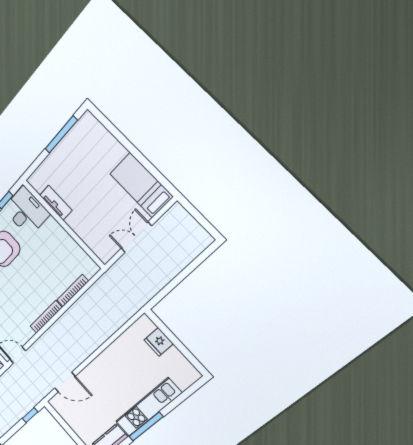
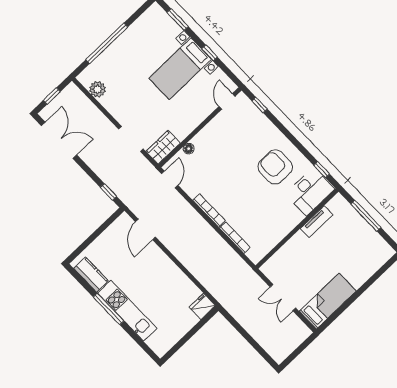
window: (61, 134) -> (366, 216), moved
double door: (136, 237) -> (283, 298), swing flipped
fridge: (159, 342) -> (202, 306), moved

